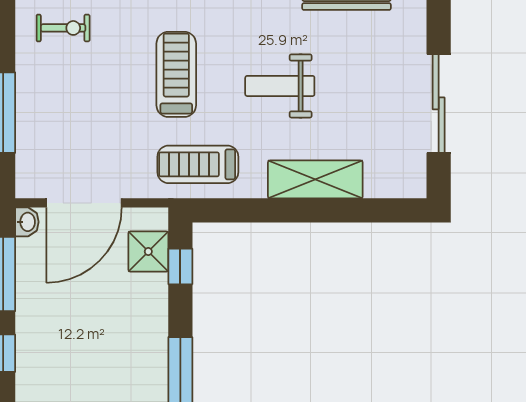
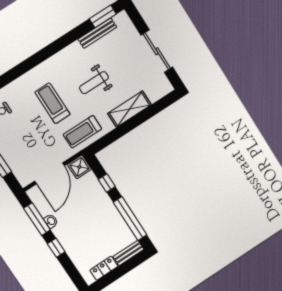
washbasin: (27, 222) -> (51, 221), moved
shower: (148, 252) -> (79, 167), moved
window: (180, 266) -> (107, 183), moved

